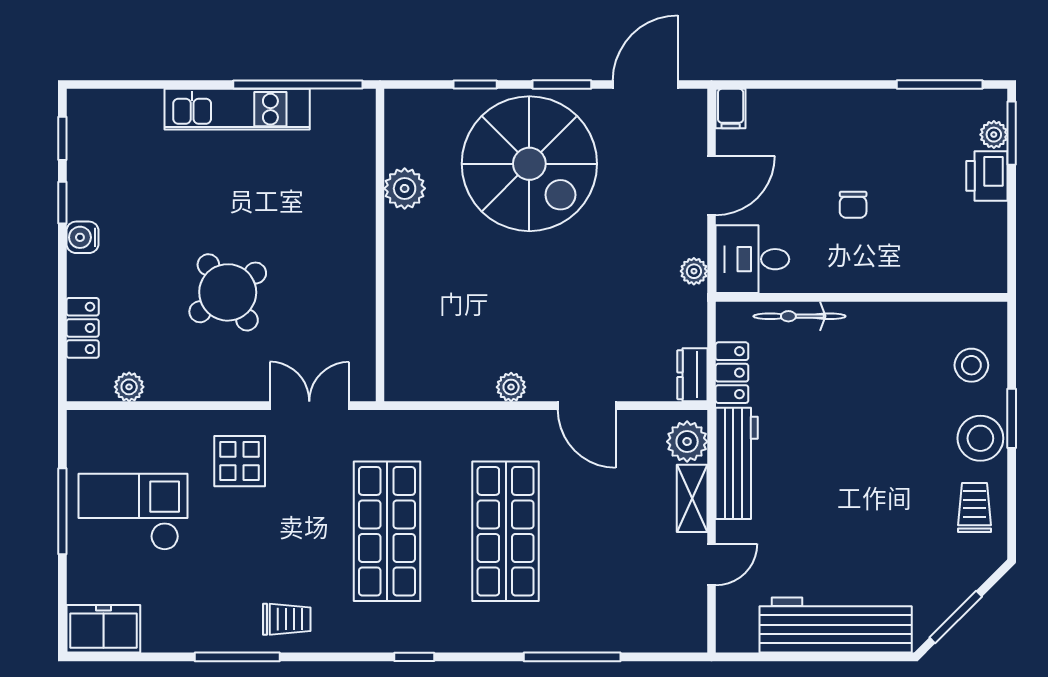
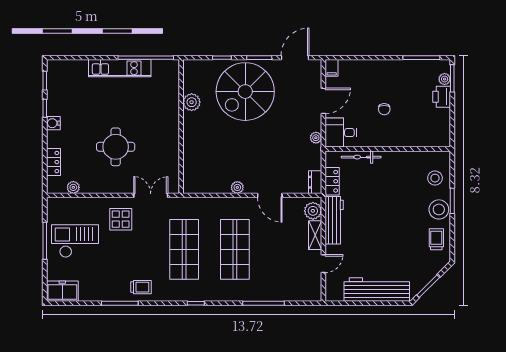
spiral stairs: (529, 164) -> (245, 92), turned 90
round table: (228, 292) -> (116, 147), turned 35

